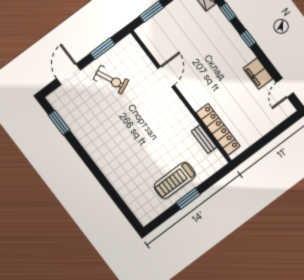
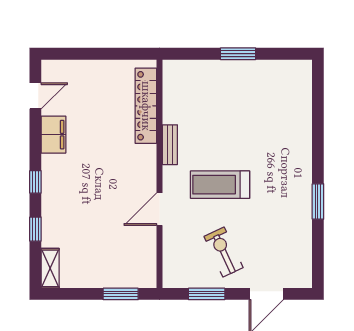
window: (59, 123) -> (318, 201), moved
bench: (204, 139) -> (170, 145), moved
treadmill: (175, 180) -> (220, 185), moved, turned 180

